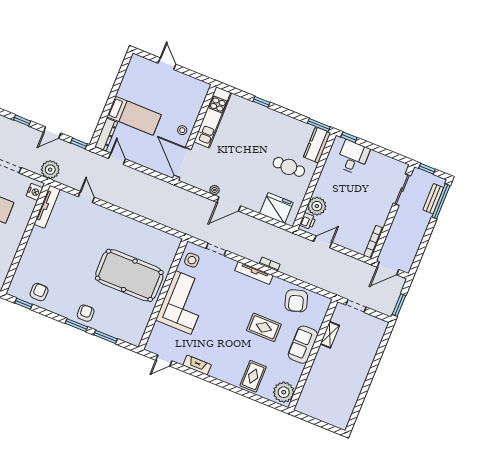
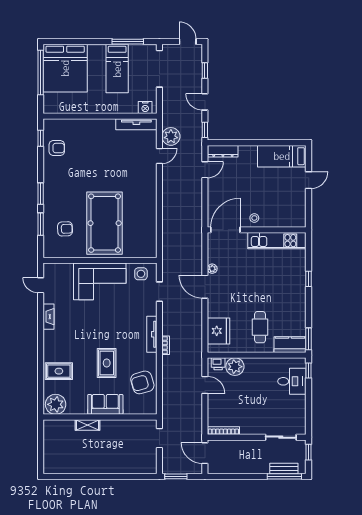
bed: (134, 116) -> (282, 156), moved, turned 90
plant: (50, 170) -> (171, 136), moved
armchair: (86, 313) -> (65, 229), moved
shelving: (330, 335) -> (88, 425), moved

